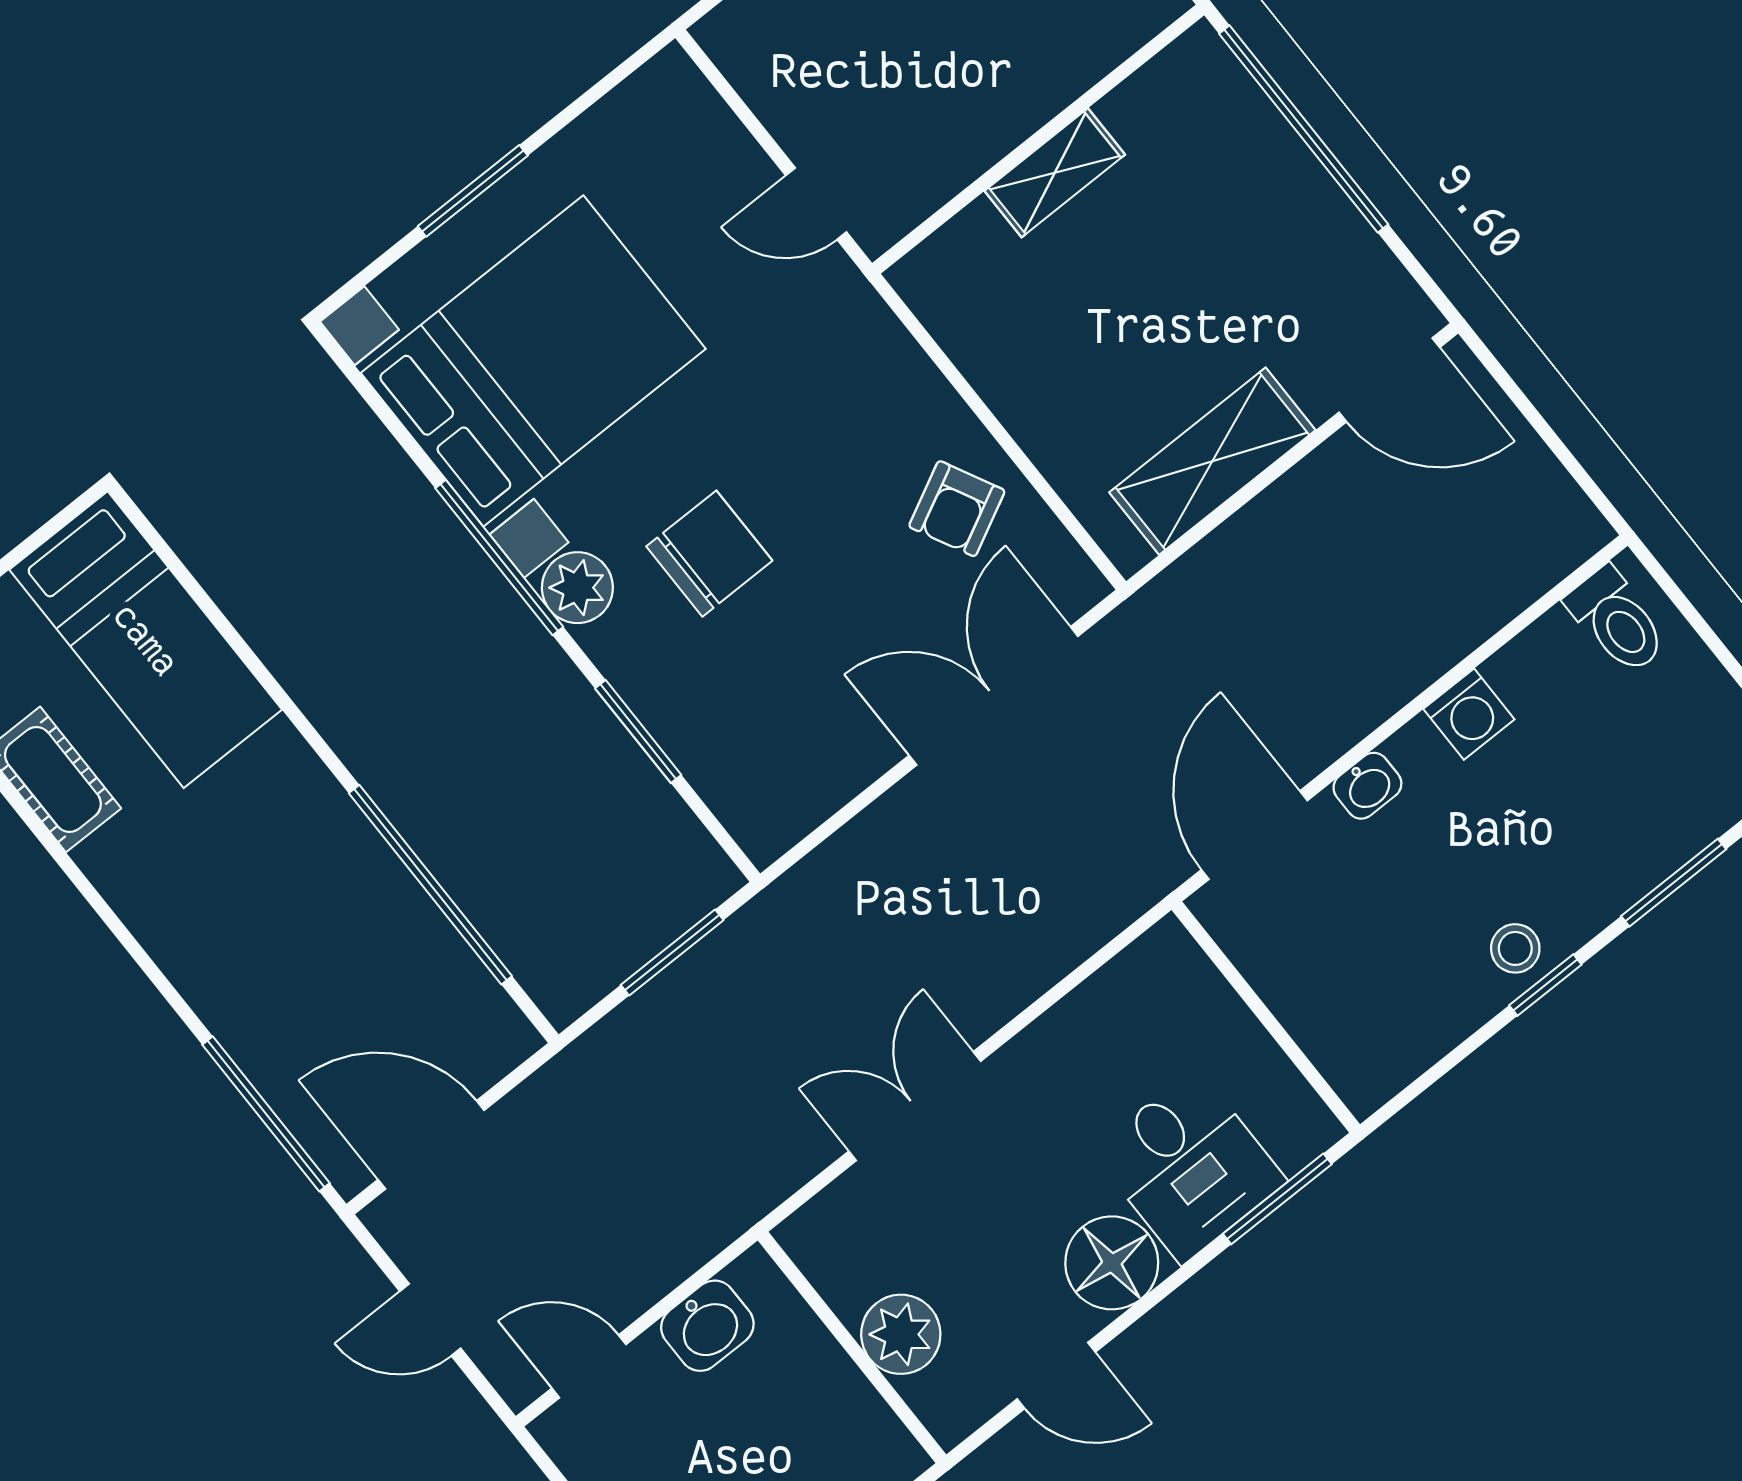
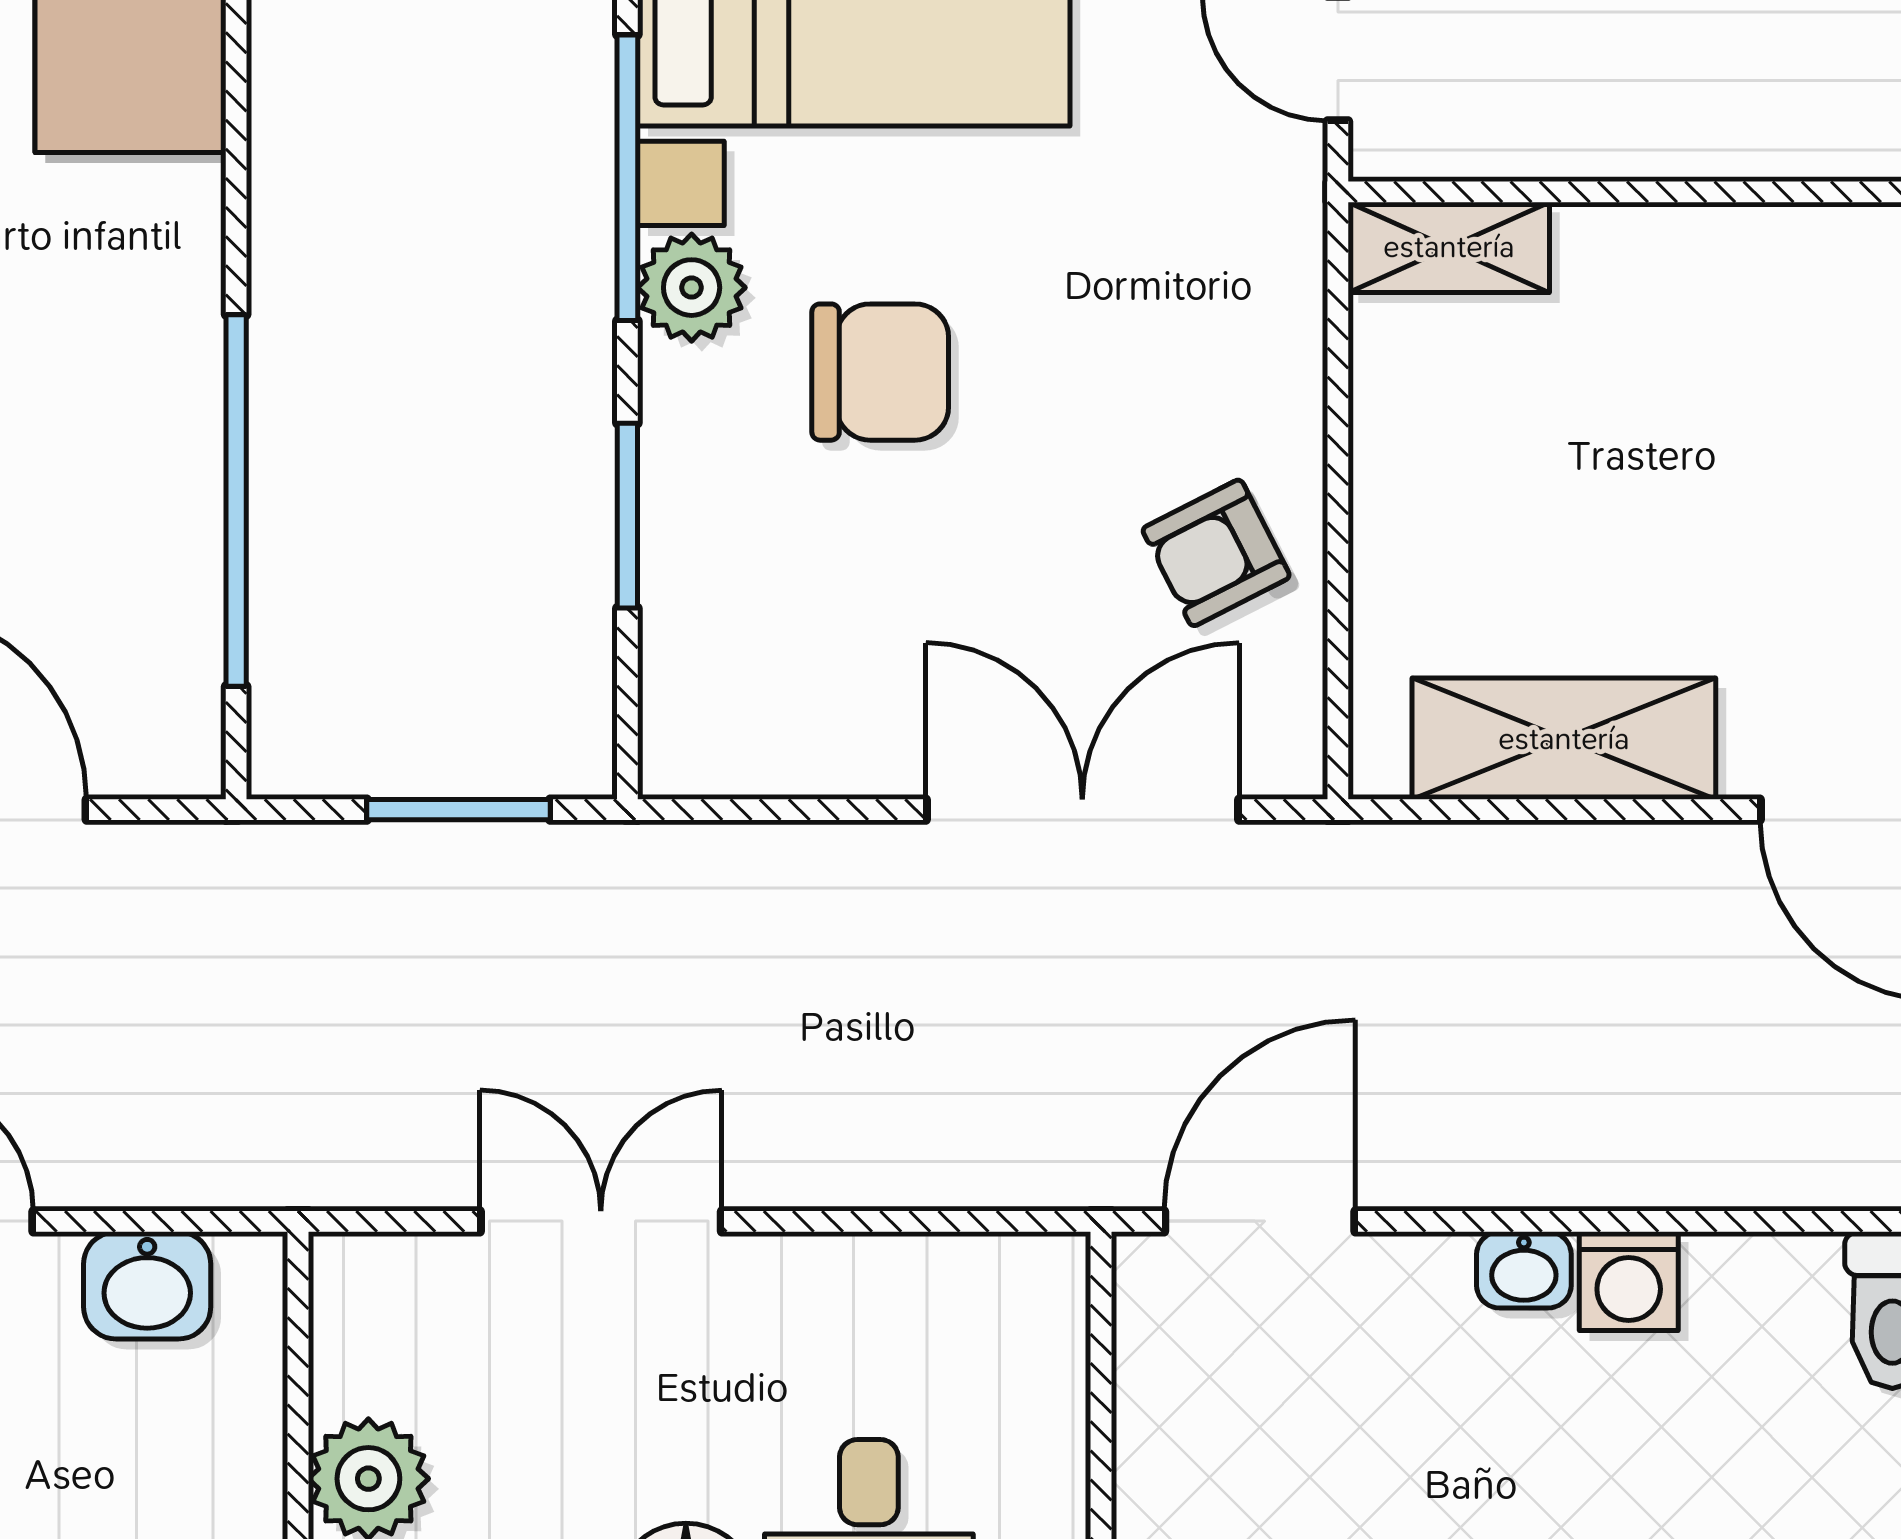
shelving: (1055, 173) -> (1449, 247), moved
washbasin: (1367, 786) -> (1524, 1270), moved

